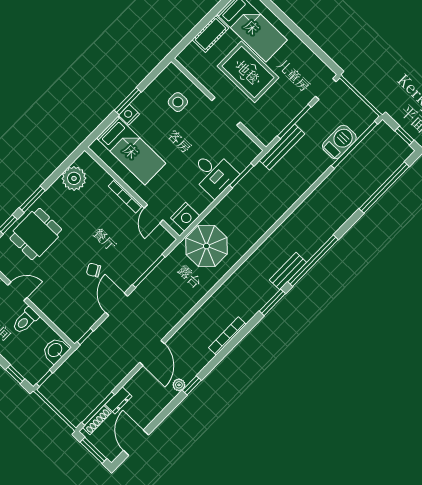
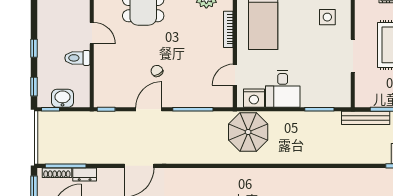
desk: (214, 174) -> (283, 89), moved
bookcase: (125, 196) -> (228, 29), moved
washbasin: (55, 350) -> (63, 98), moved

